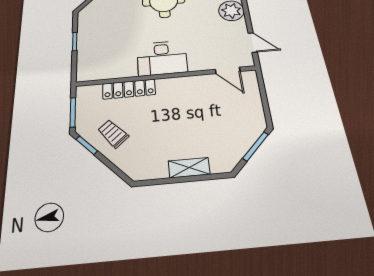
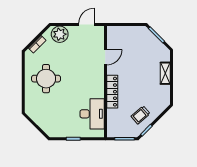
desk: (162, 58) -> (92, 114), moved
door: (228, 70) -> (105, 57), moved
locker: (129, 89) -> (112, 92), moved

